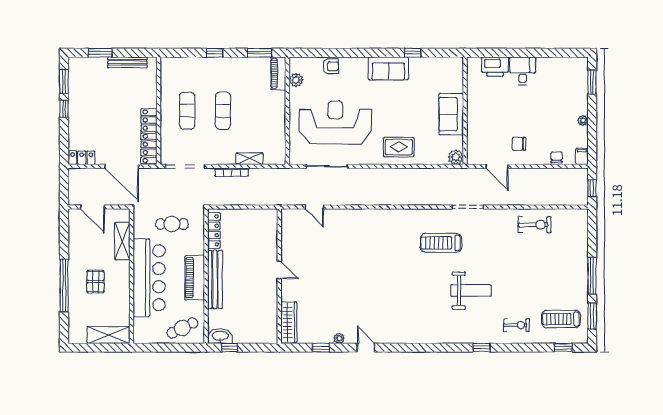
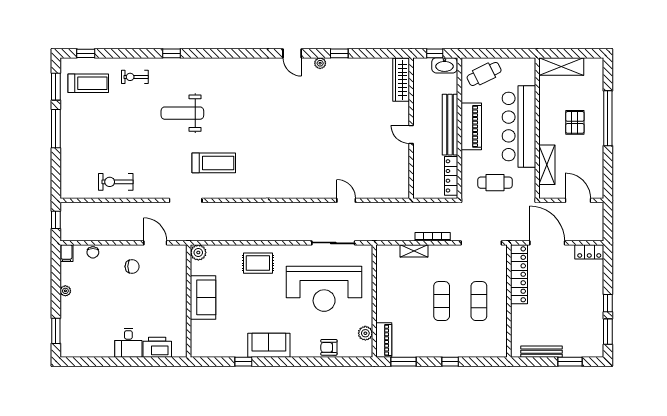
door: (279, 270) -> (411, 134), moved
wall: (279, 276) -> (411, 128), moved
wardrobe: (289, 322) -> (401, 80), moved

